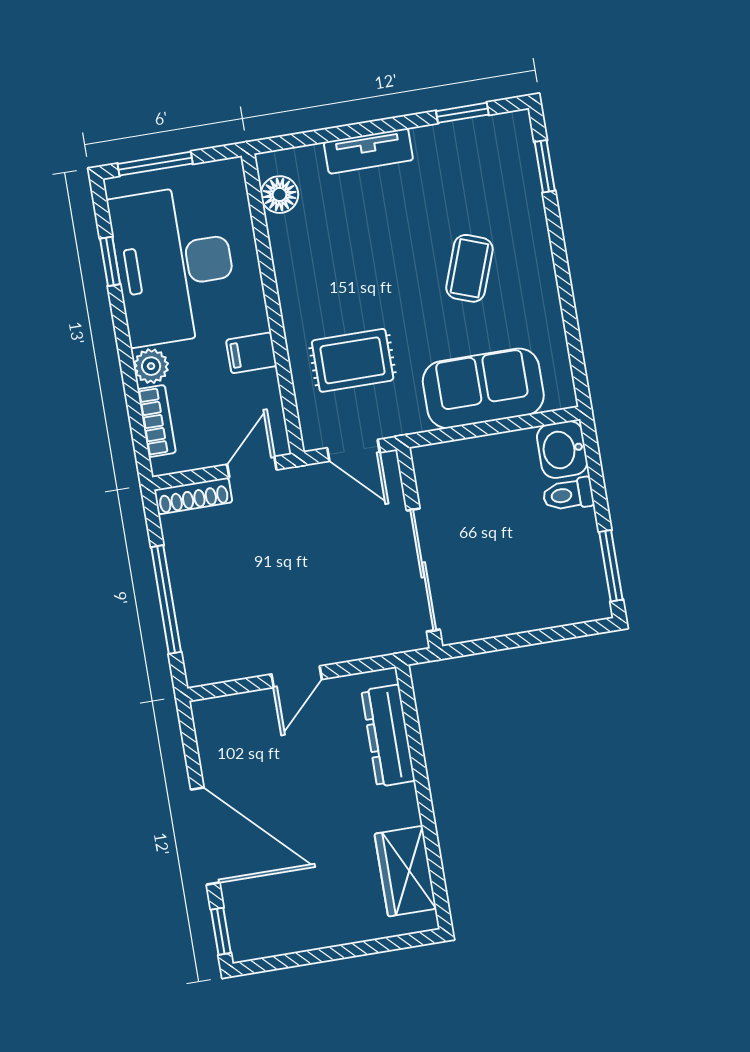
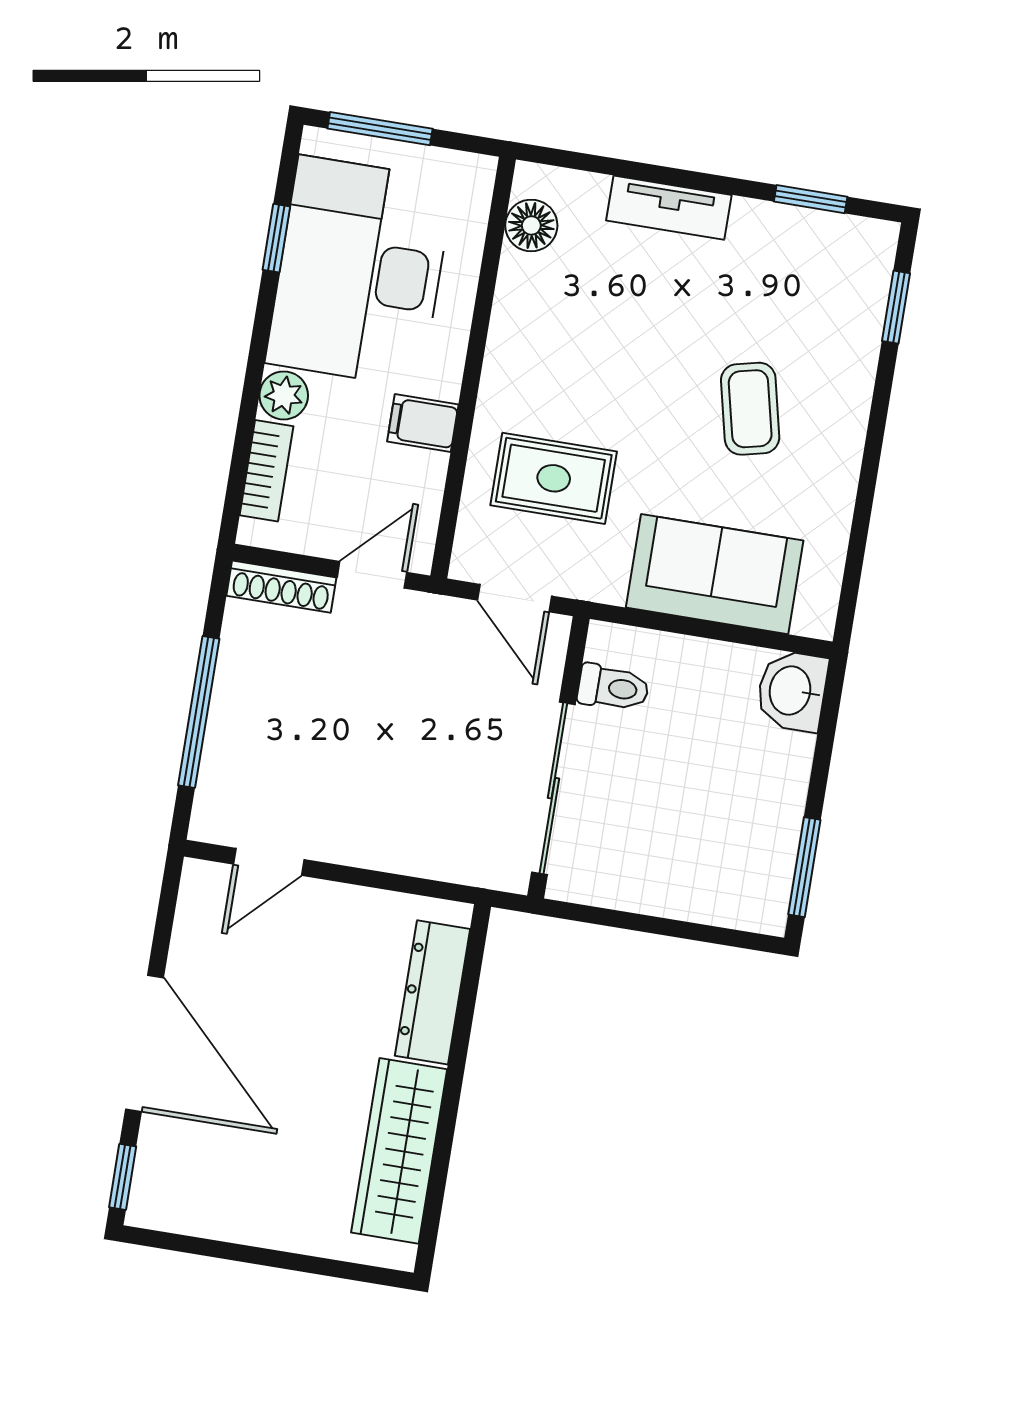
coffee table: (469, 268) -> (750, 409), turned -33
toilet: (568, 495) -> (613, 688), moved, turned 180
door: (297, 677) -> (269, 862), moved
wardrobe: (405, 871) -> (399, 1151), width x1.50

